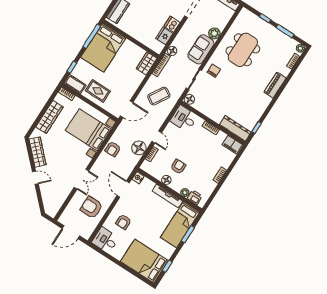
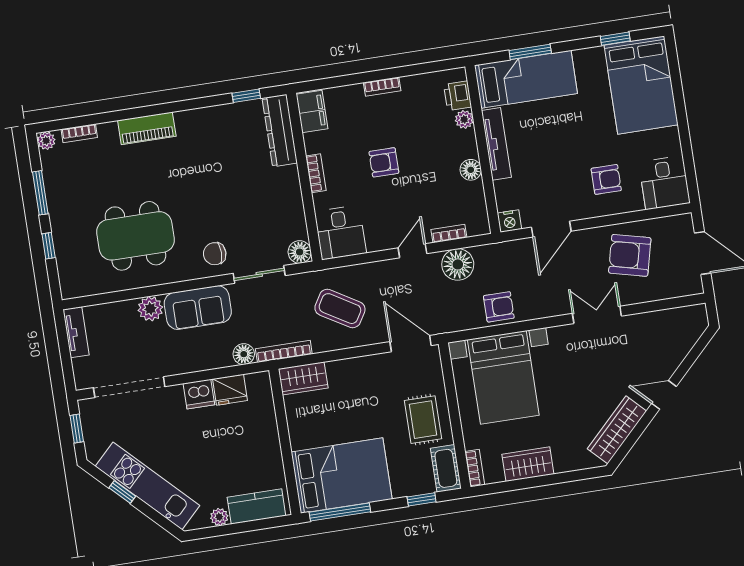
wardrobe: (49, 117) -> (528, 464), width x0.67
armchair: (178, 167) -> (384, 162), moved
door: (35, 178) -> (664, 395), hinge flipped
armchair: (91, 207) -> (630, 255), turned 104

